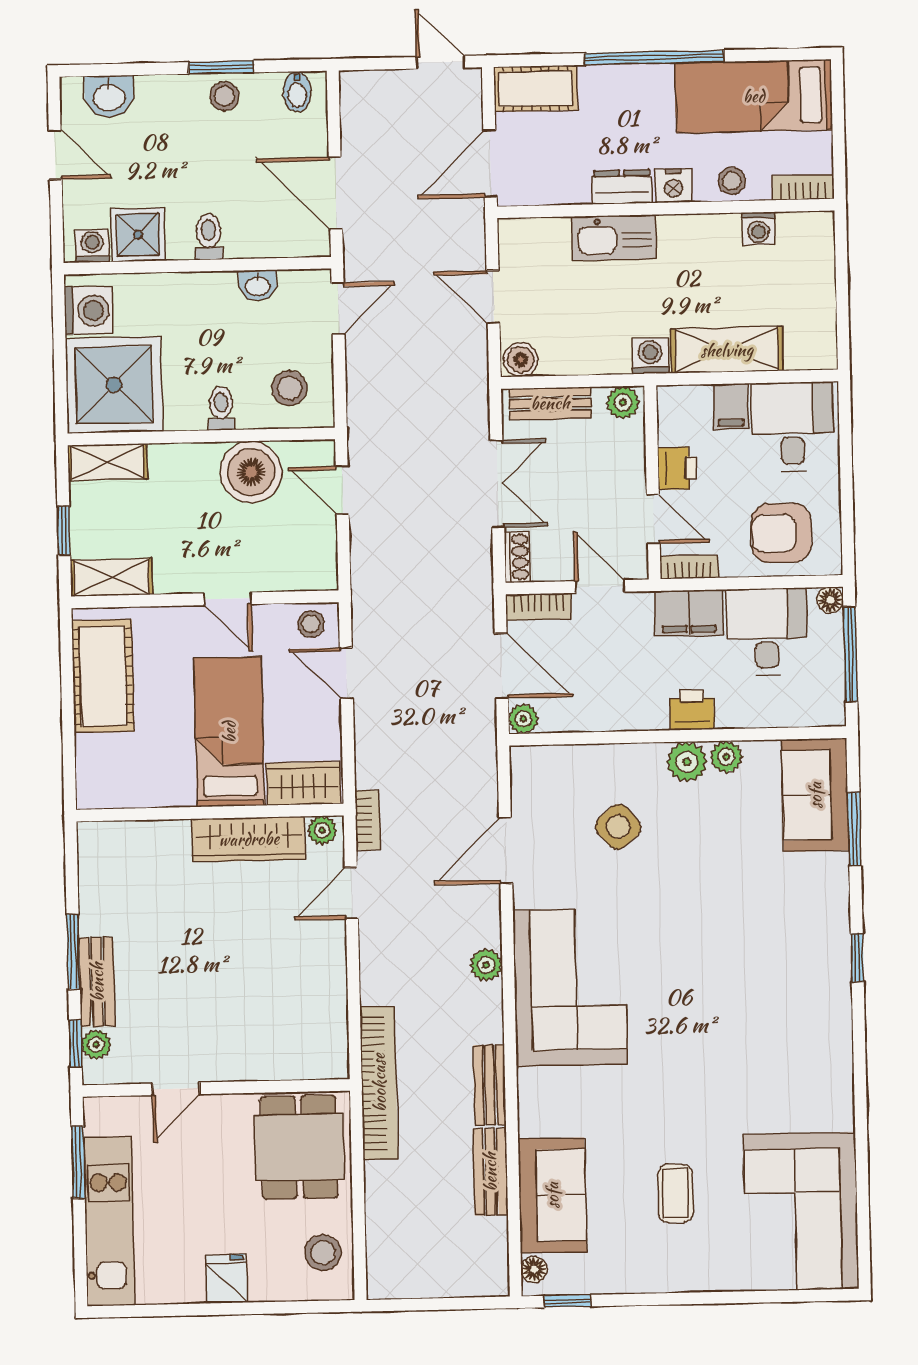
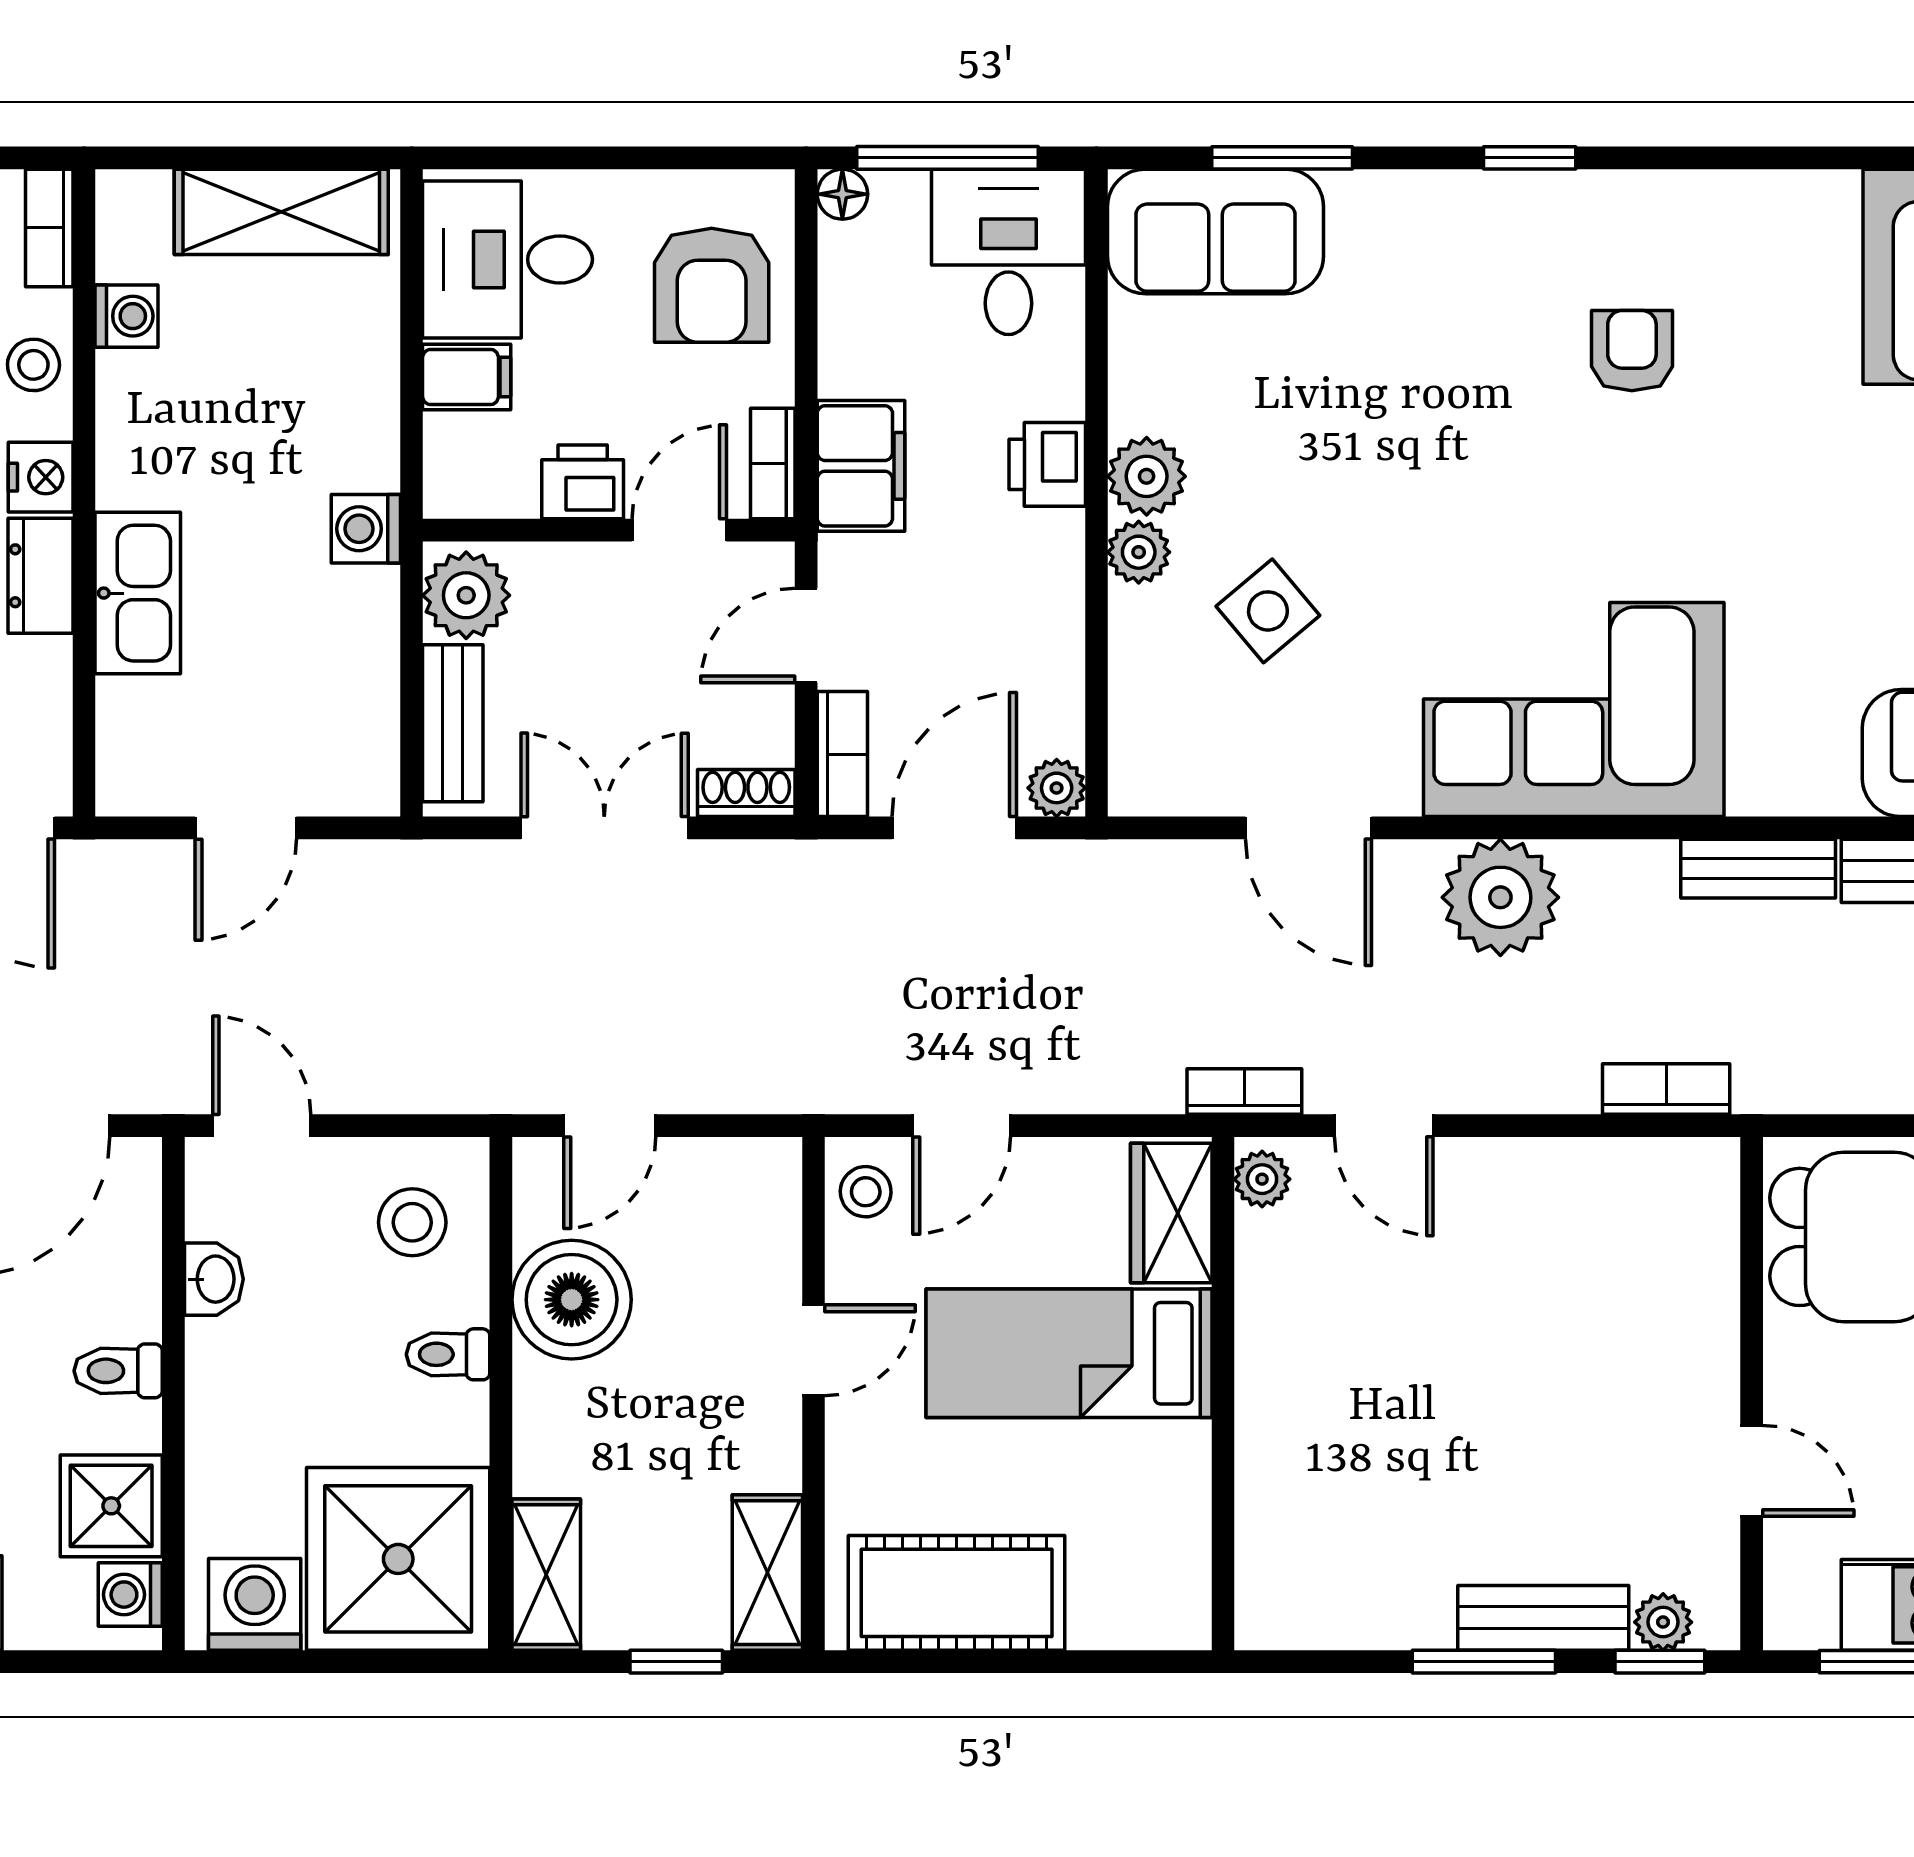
shelving: (727, 350) -> (281, 212), moved, turned 90
boiler: (521, 360) -> (368, 777), removed
plant: (623, 403) -> (466, 595), width x1.38, depth x1.38
desk: (767, 632) -> (1008, 252), moved, turned 90
plant: (726, 757) -> (1139, 552), moved
wardrobe: (249, 839) -> (1276, 1321), removed
plant: (486, 965) -> (1500, 897), width x1.87, depth x1.87
armchair: (758, 1013) -> (1632, 351), added
bookcase: (379, 1083) -> (1666, 1089), width x0.43, depth x0.76

